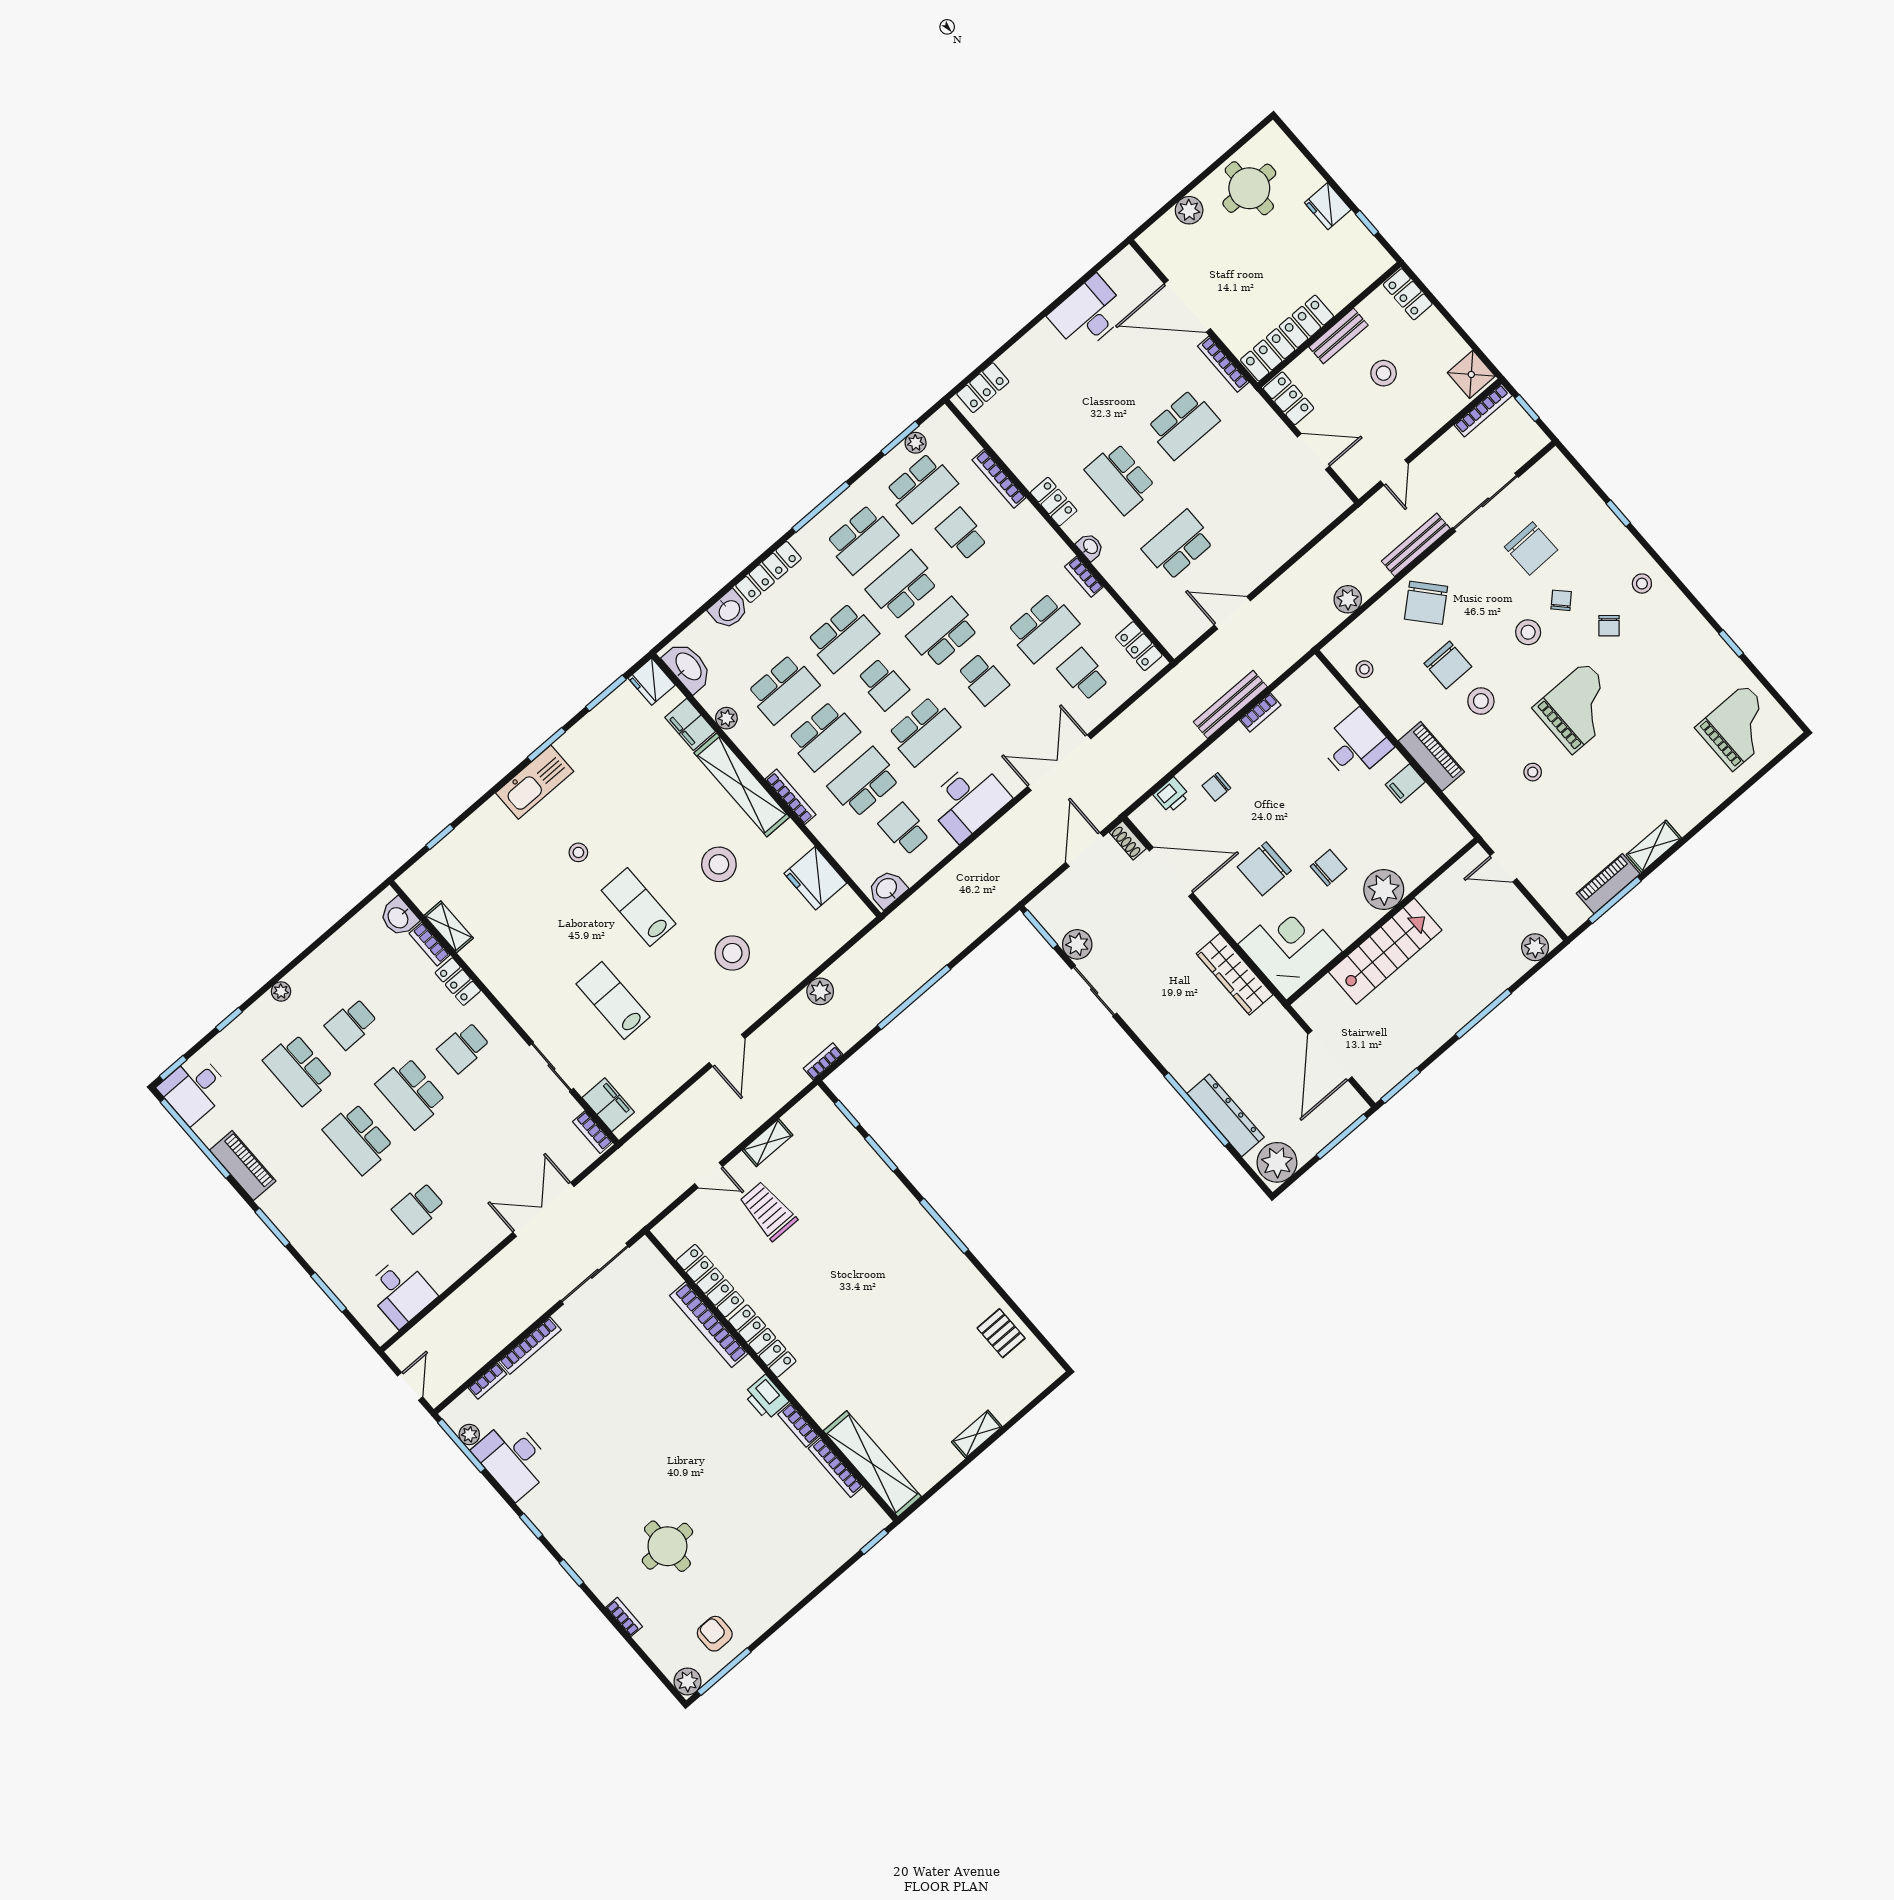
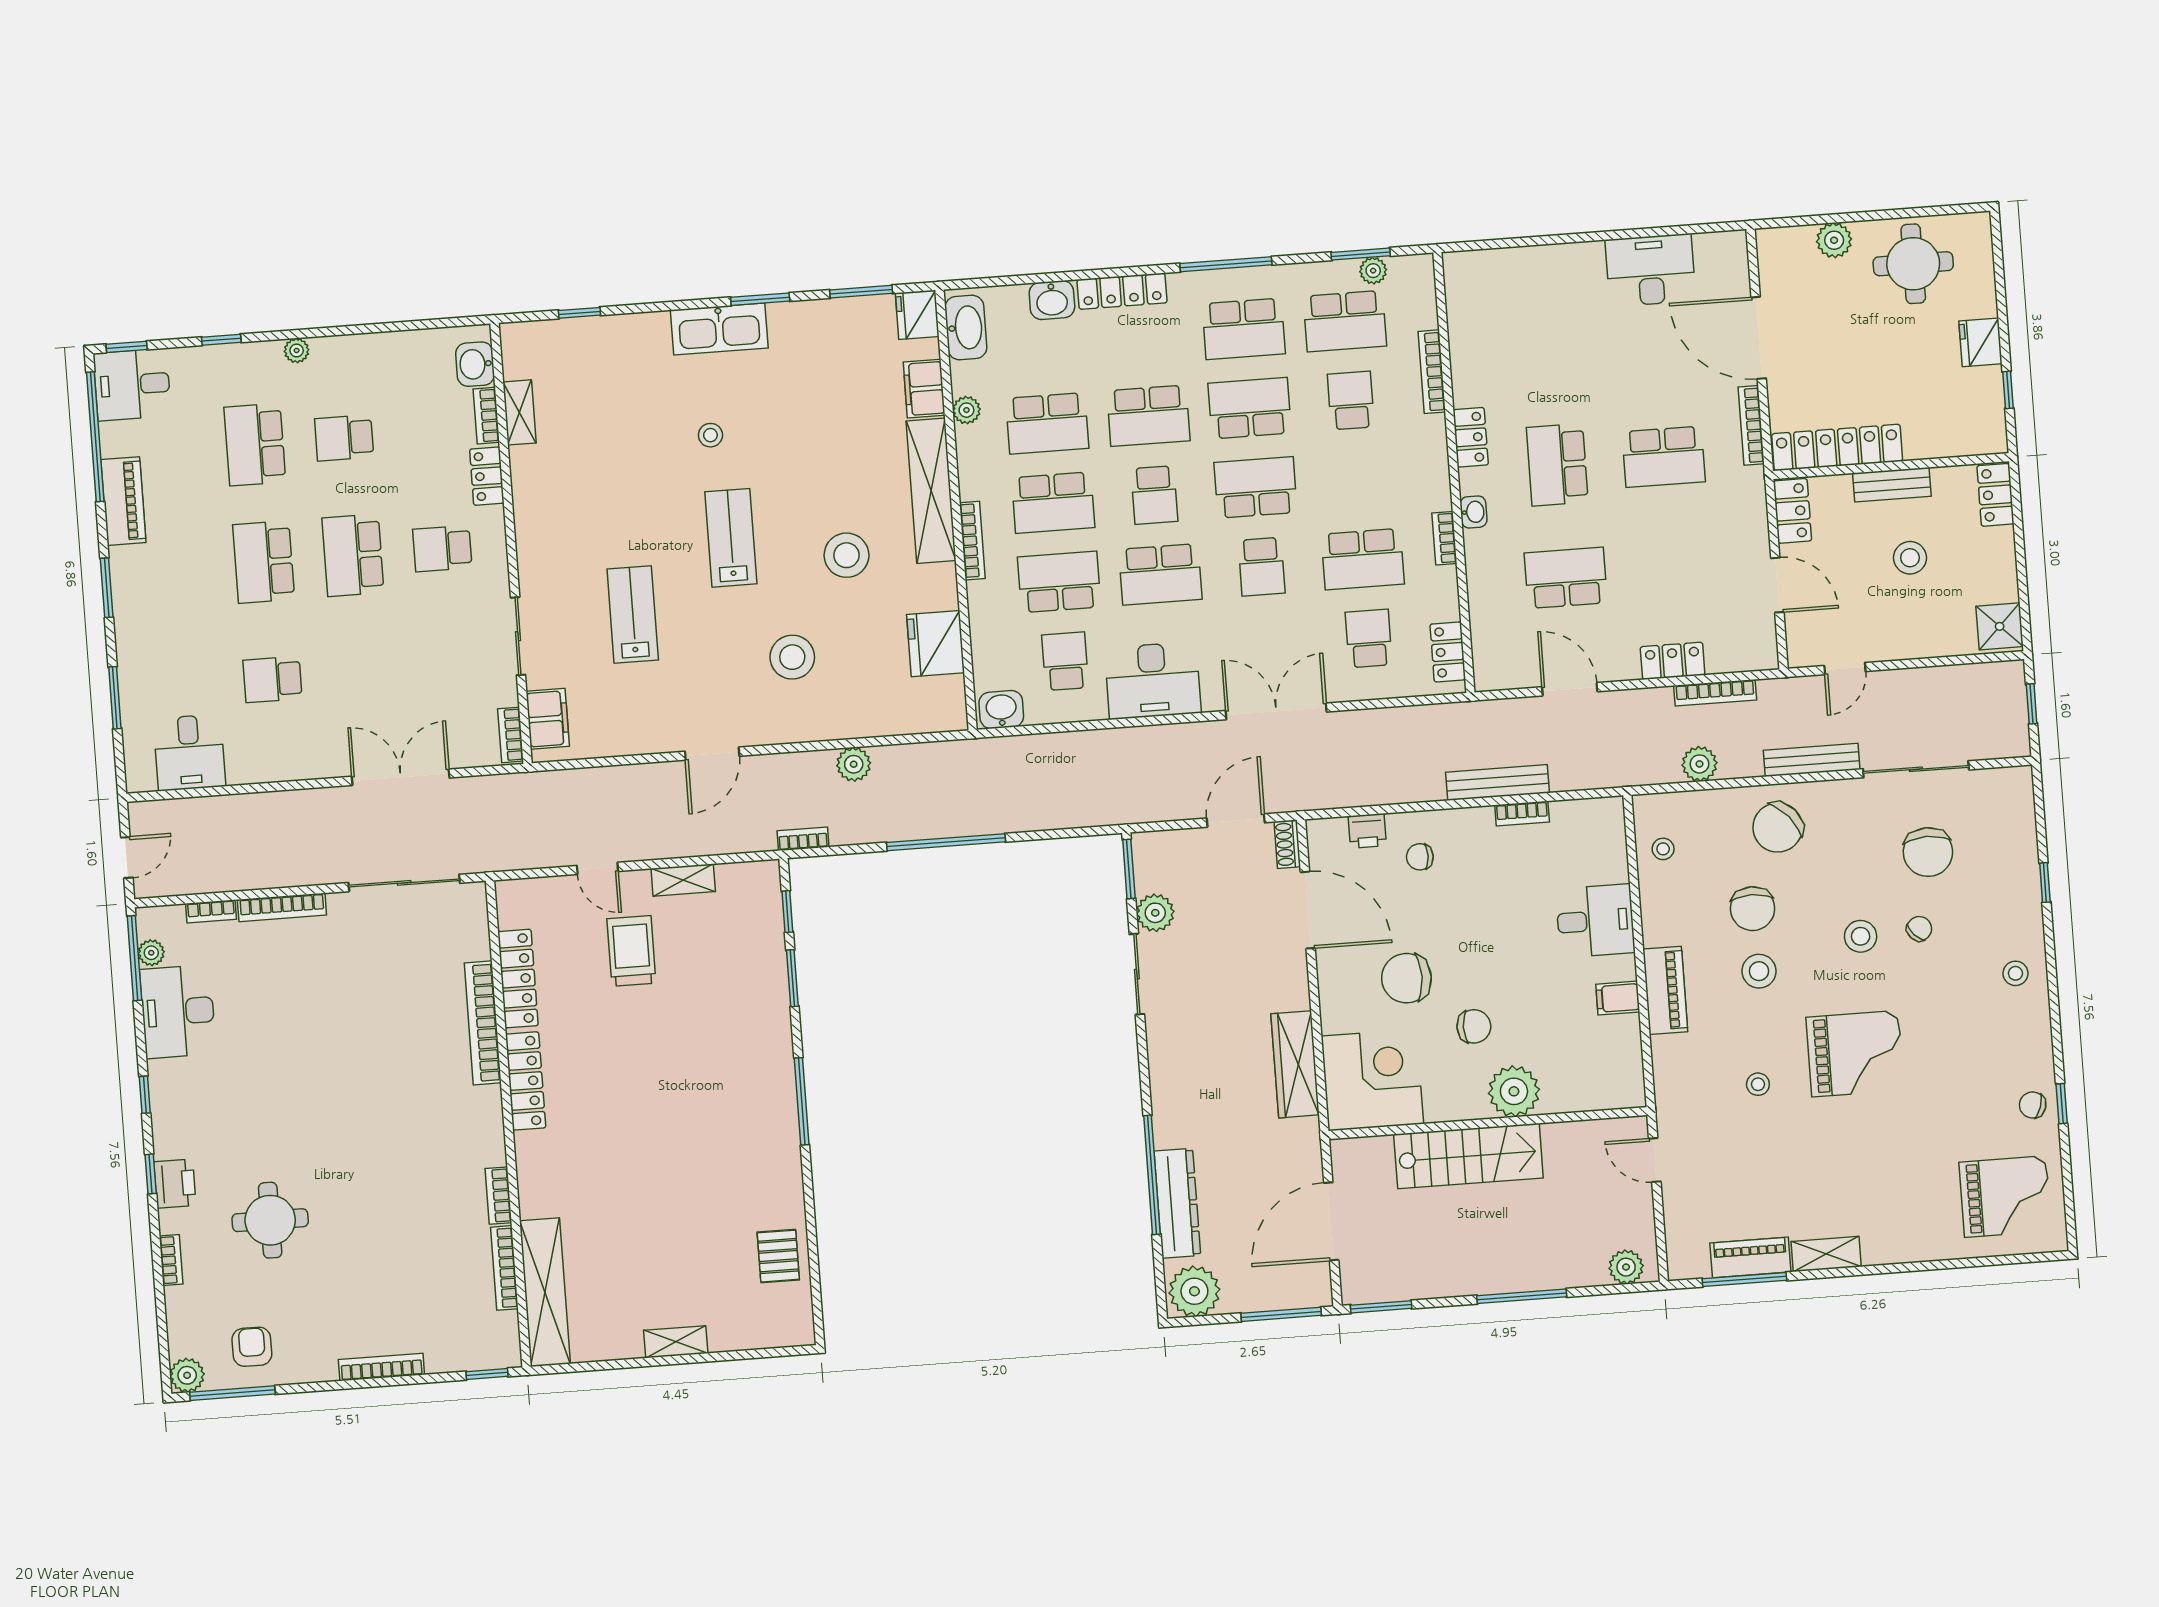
locker: (983, 388) -> (1673, 661), moved, turned 180
bookcase: (1483, 410) -> (1715, 693), moved
chair: (1609, 626) -> (2033, 1105), moved, turned 67
printer: (766, 1397) -> (175, 1184), moved, turned 180
bookcase: (805, 1586) -> (381, 1367), added

